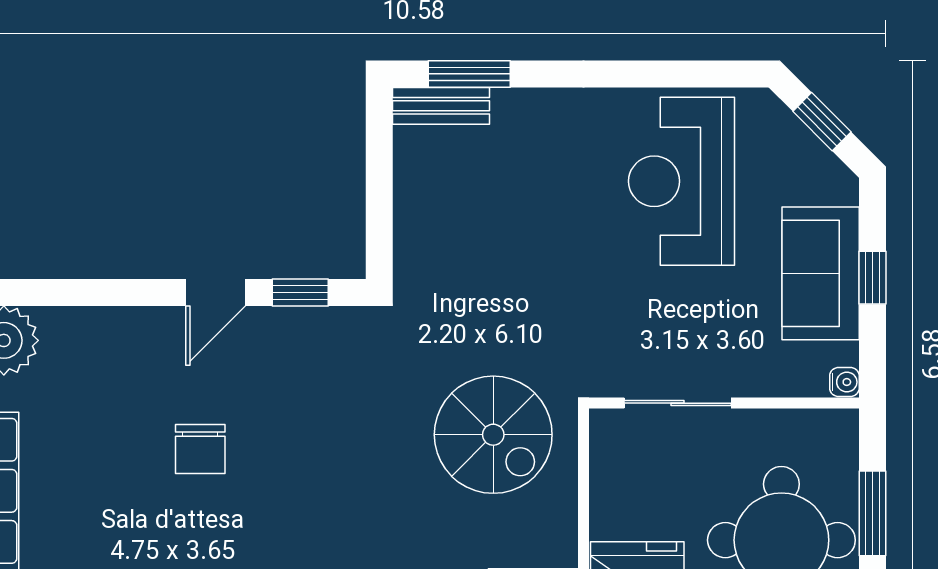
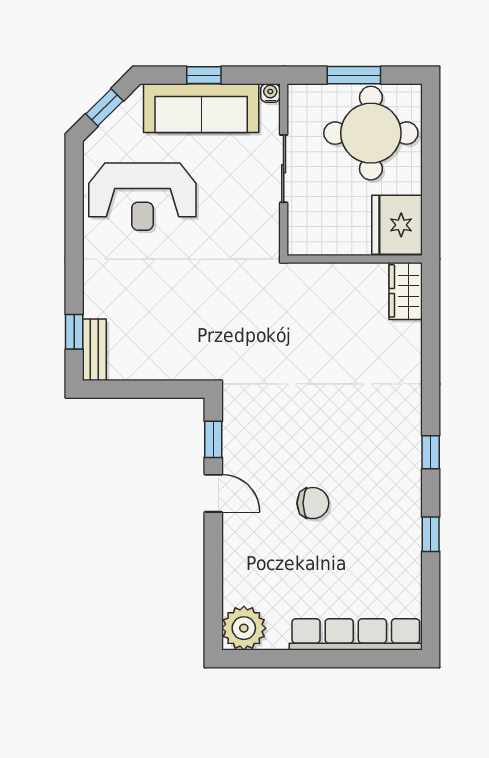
window: (469, 74) -> (74, 332), width x0.67
sofa: (821, 273) -> (201, 108), width x1.36
sliding door: (678, 403) -> (284, 169), moved
spiral stairs: (493, 435) -> (304, 317), removed

